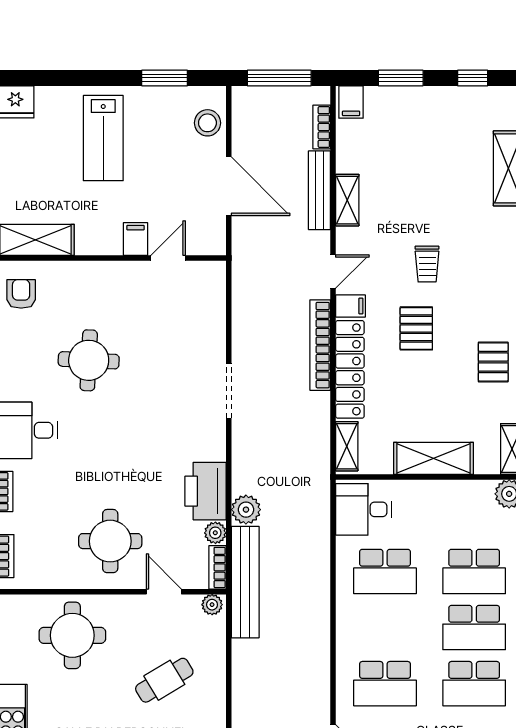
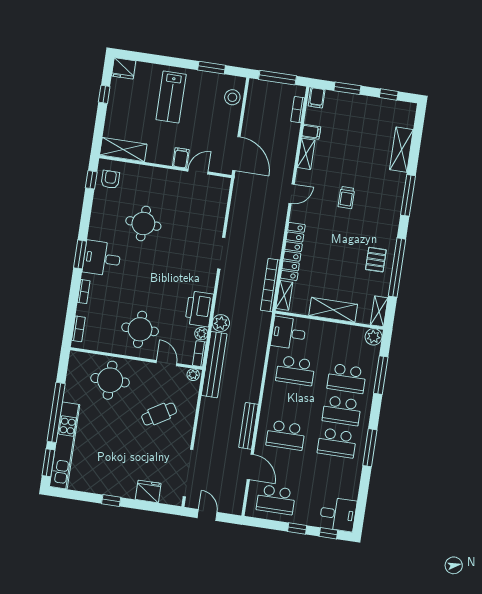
door: (229, 186) -> (236, 154), moved
bench: (319, 190) -> (249, 426), moved
filing cabinet: (350, 306) -> (311, 132), moved
pallet: (416, 328) -> (335, 234), removed
bookcase: (320, 345) -> (270, 285), moved

